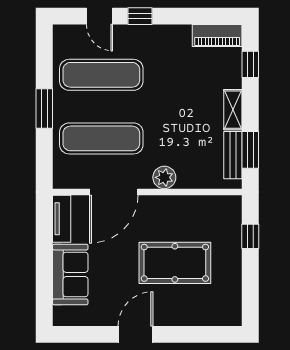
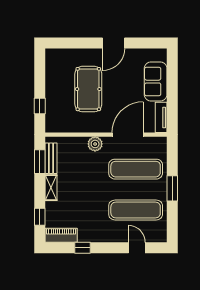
window: (140, 16) -> (83, 248), moved
pool table: (175, 263) -> (88, 89), turned 90

